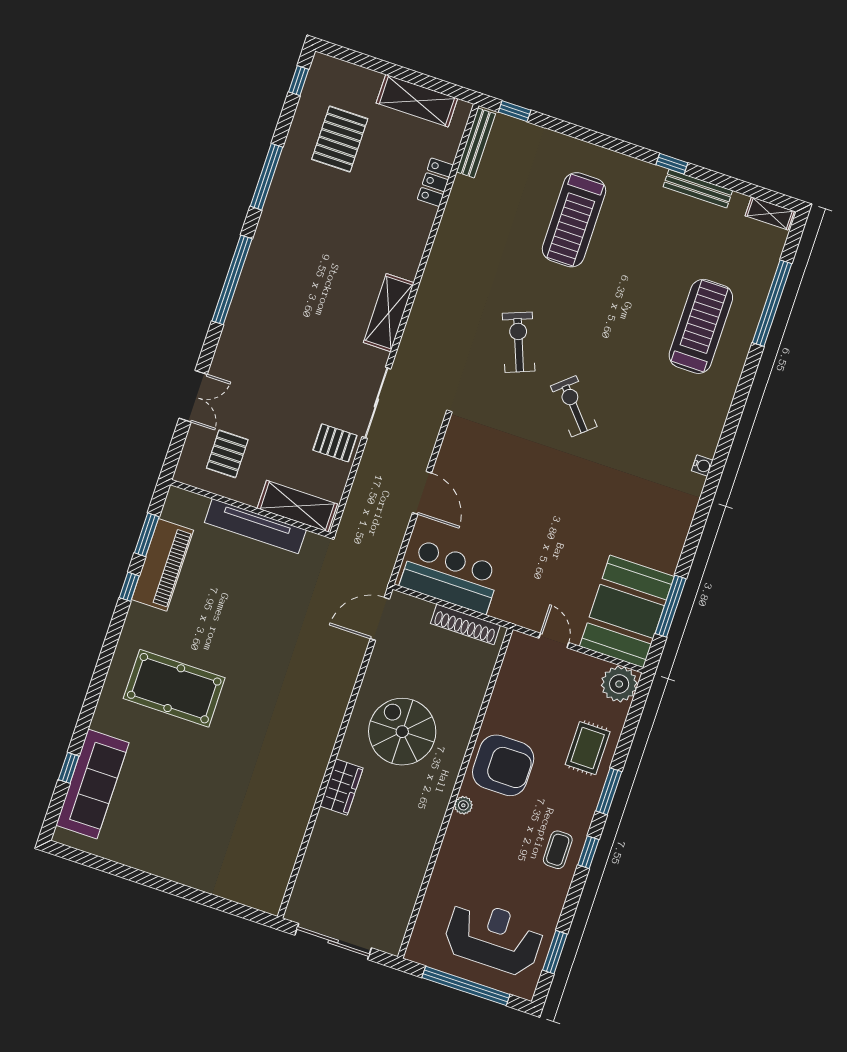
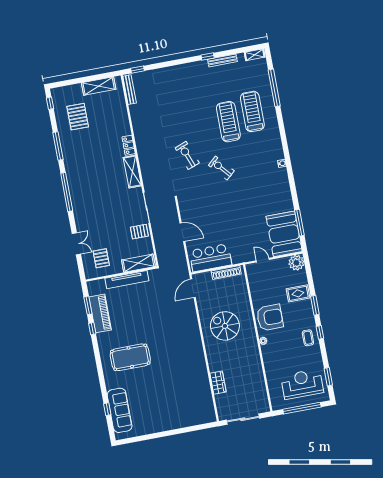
locker: (435, 182) -> (129, 145), moved
treadmill: (574, 220) -> (228, 122), moved, turned 180
rug: (588, 748) -> (298, 293), turned 90
wardrobe: (341, 787) -> (218, 383), moved

